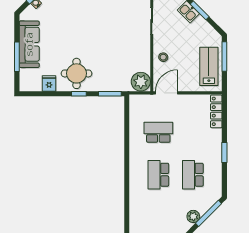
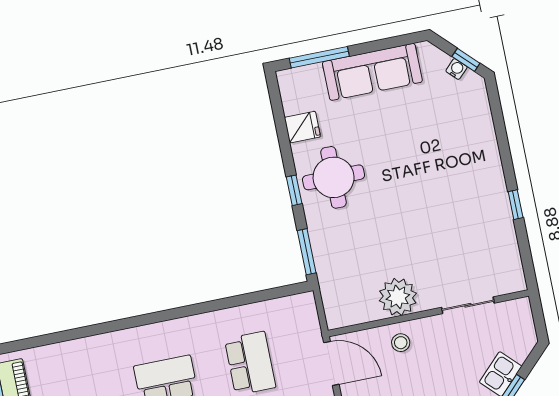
window: (17, 57) -> (319, 57), moved
plant: (141, 82) -> (398, 297), moved

